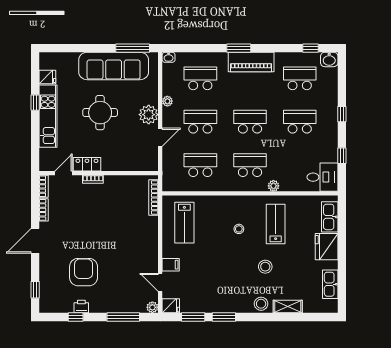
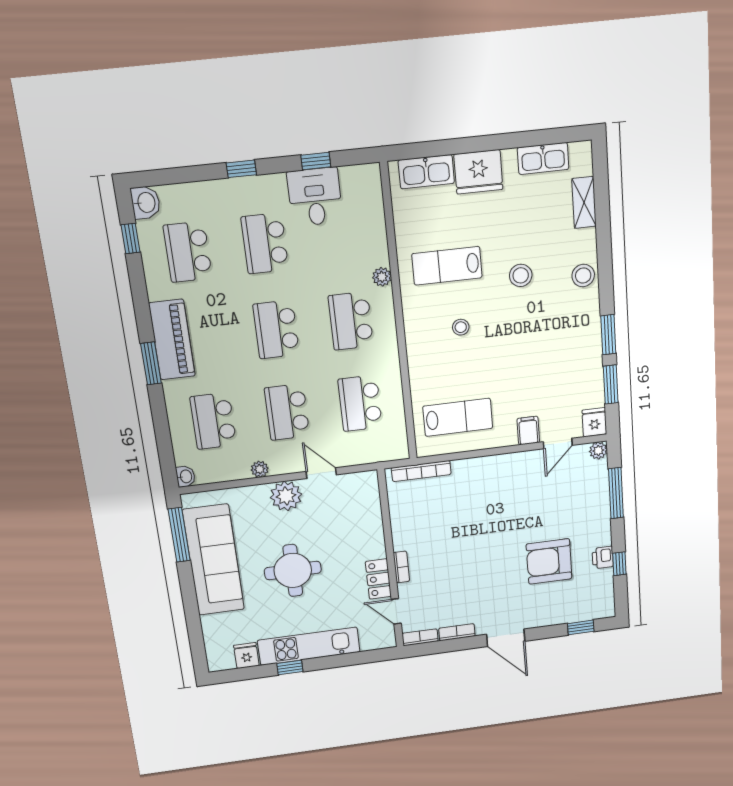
desk: (322, 177) -> (315, 197), moved
shelving: (288, 307) -> (584, 202), moved

